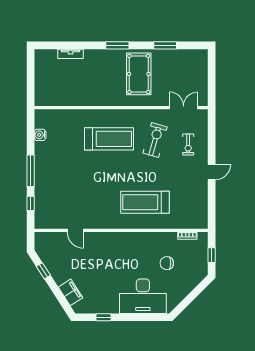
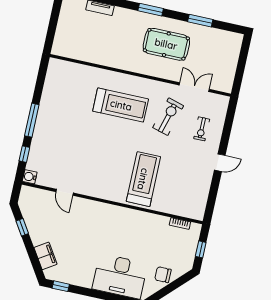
pool table: (139, 74) -> (166, 44), turned 90
double door: (184, 108) -> (194, 87), moved
water cooler: (40, 135) -> (30, 177), moved
treadmill: (145, 202) -> (143, 179), turned 90
chair: (167, 263) -> (163, 275), moved
window: (104, 317) -> (61, 286), moved

